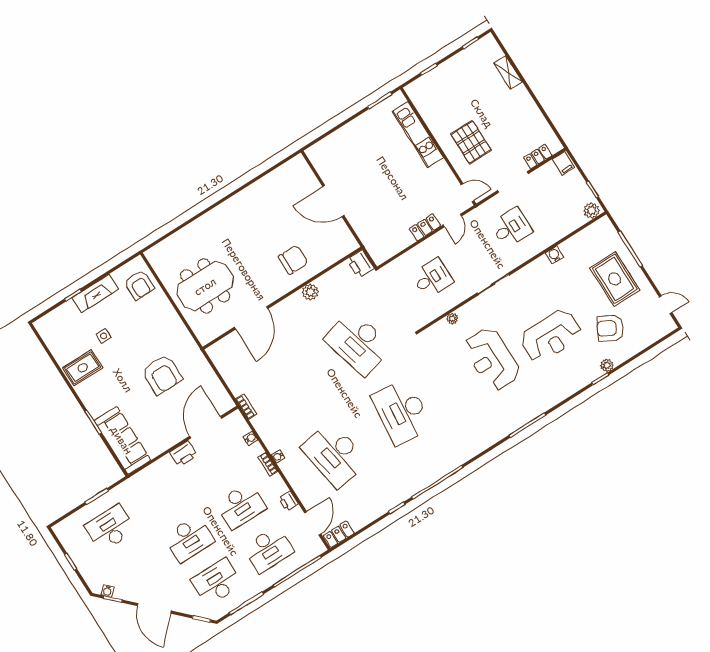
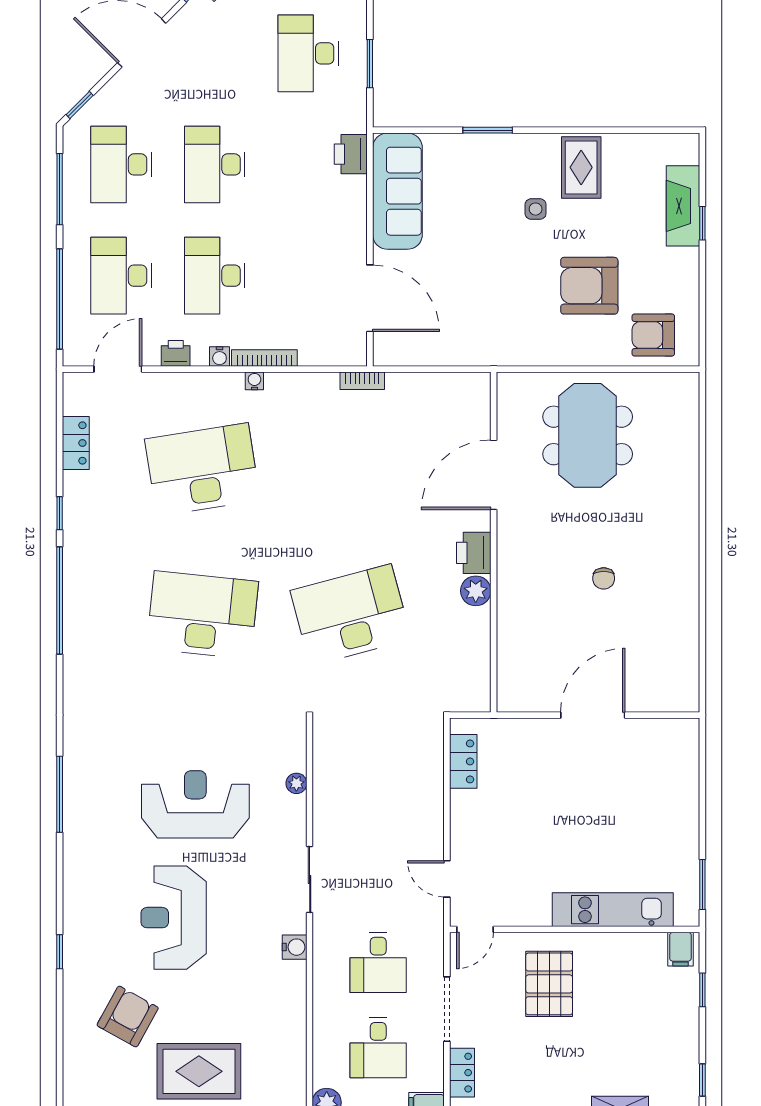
filing cabinet: (416, 91) -> (680, 949), added
pallet: (471, 142) -> (549, 984), turned 90
locker: (425, 227) -> (463, 761), moved
water cooler: (554, 255) -> (295, 947), moved
chair: (293, 260) -> (604, 578), moved, width x0.54, depth x0.54
printer: (360, 264) -> (474, 553), moved, turned -90
desk: (432, 278) -> (378, 1048), moved
fireplace: (95, 293) -> (683, 206), moved
door: (251, 318) -> (494, 475), hinge flipped
side table: (104, 336) -> (536, 209), moved
plant: (607, 365) -> (74, 975), removed
armchair: (162, 374) -> (589, 286), moved
water cooler: (251, 438) -> (220, 357), moved
sofa: (122, 440) -> (397, 191), moved, turned -90
printer: (183, 454) -> (351, 154), moved
bookcase: (268, 464) -> (264, 358), width x1.56
door: (313, 523) -> (118, 369), swing flipped
desk: (110, 528) -> (308, 53), turned 180
locker: (339, 534) -> (76, 443), moved
desk: (217, 582) -> (121, 164), turned 180

